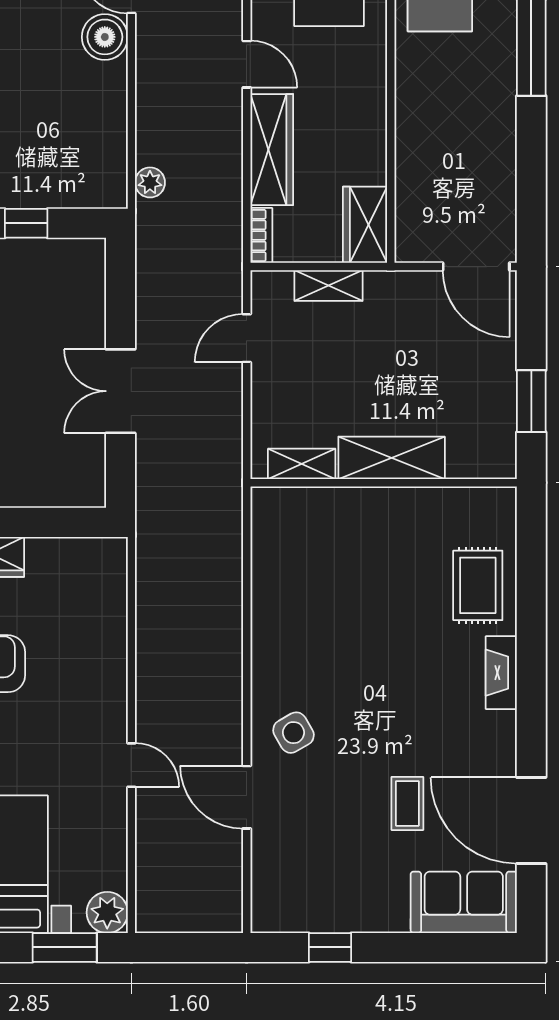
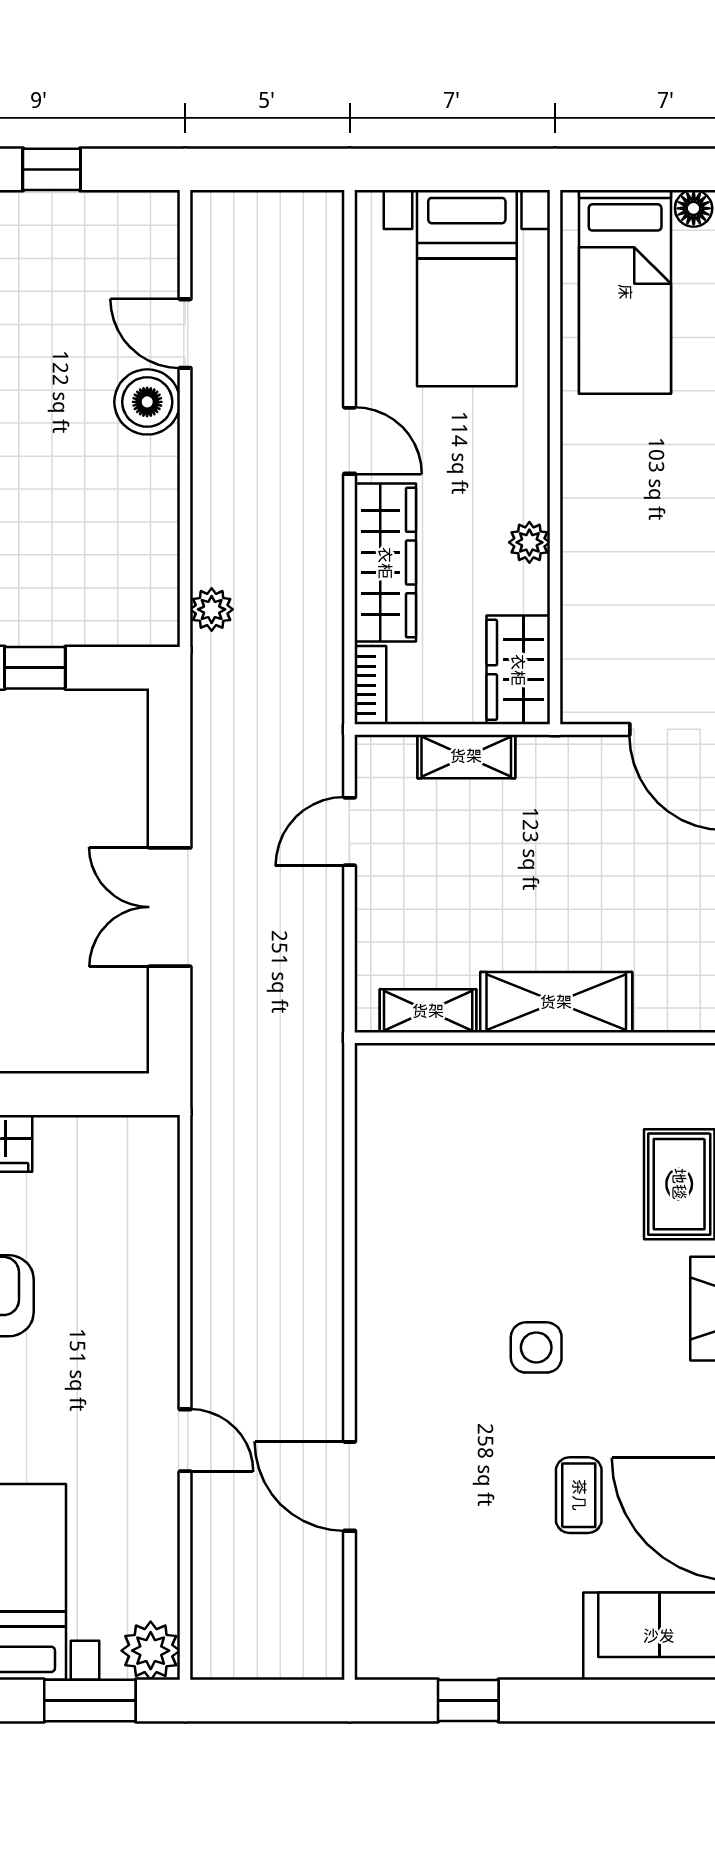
plant: (373, 135) -> (529, 542), added
side table: (293, 733) -> (536, 1347), moved, turned 30

